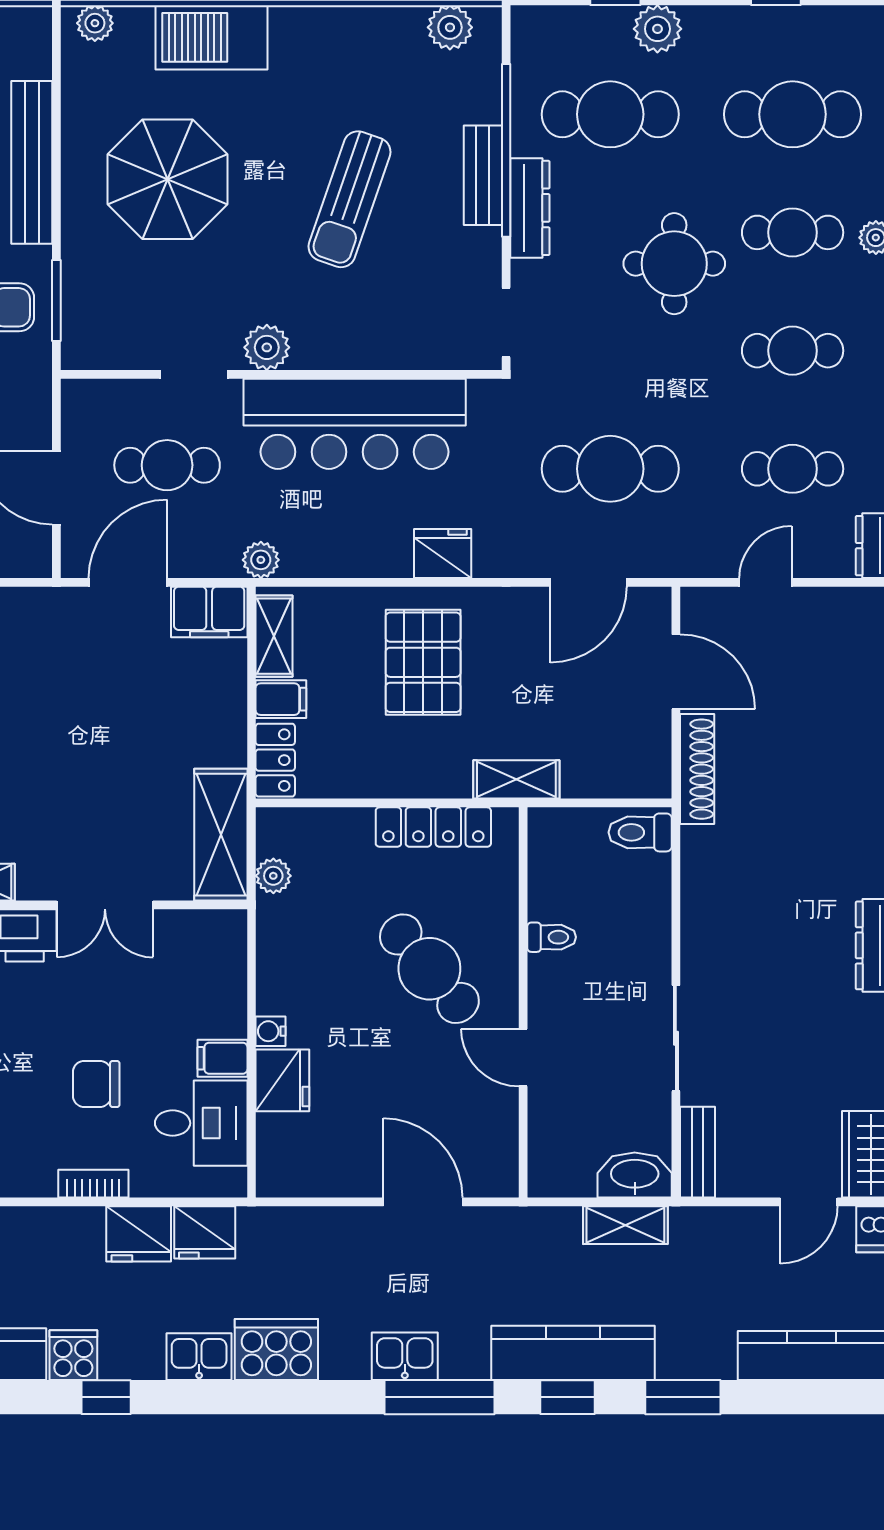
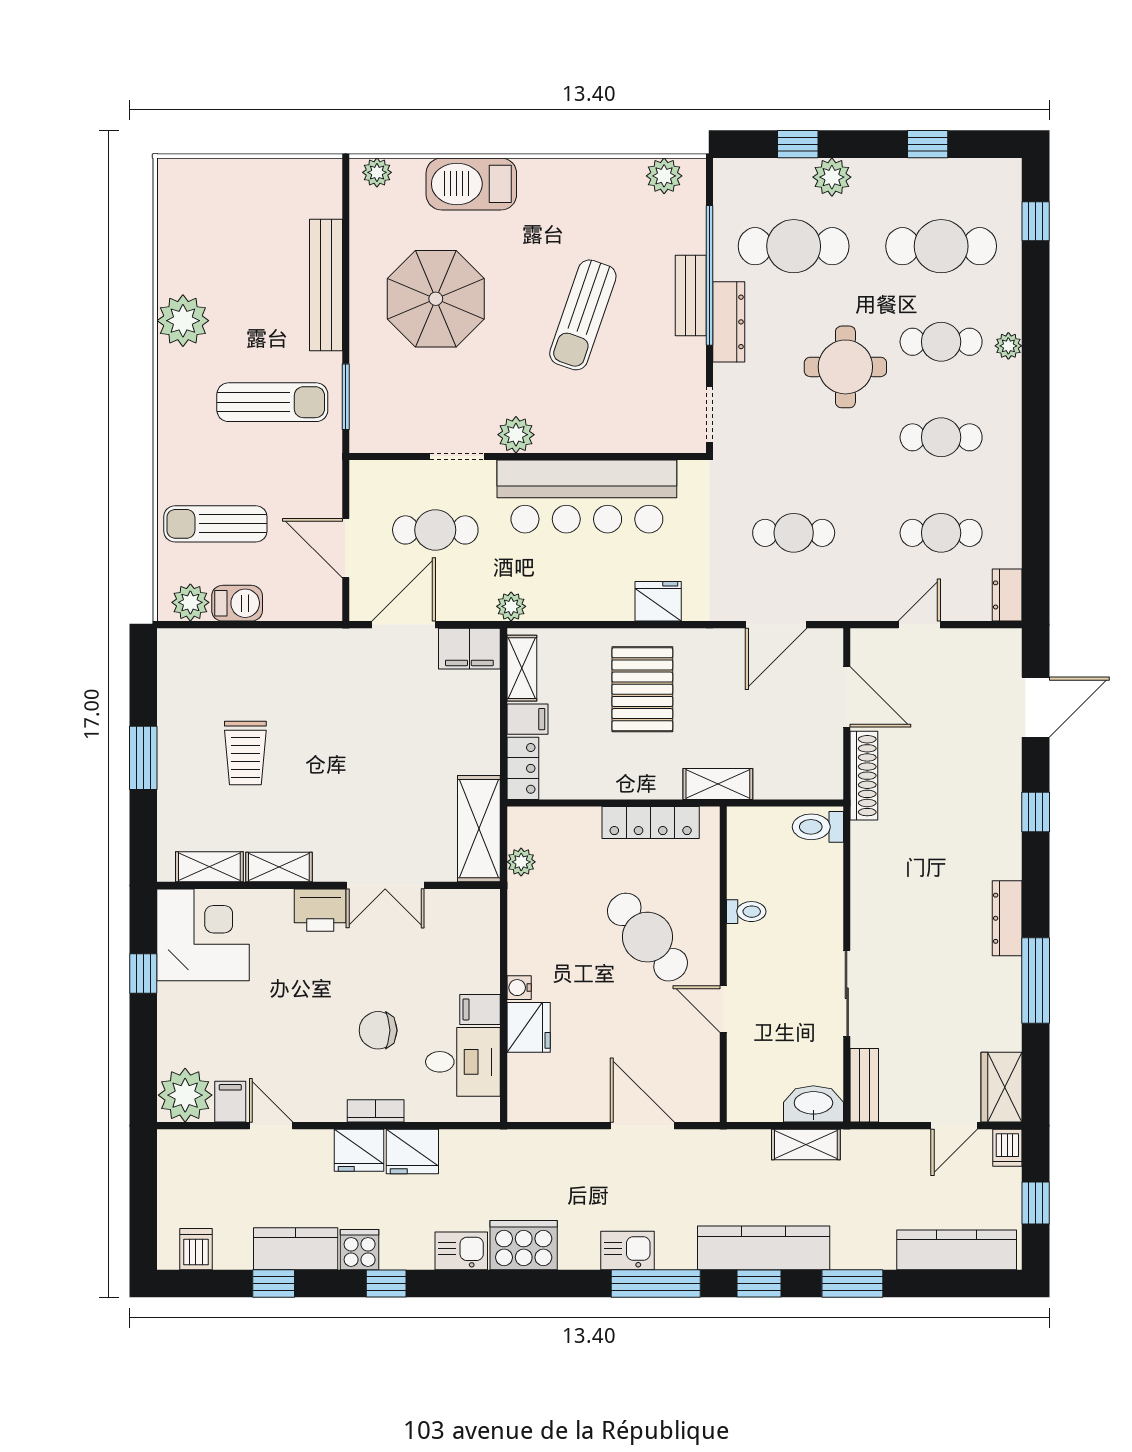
cafe table: (610, 469) -> (794, 533), width x0.73, depth x0.74
fridge: (205, 1232) -> (359, 1150), moved

